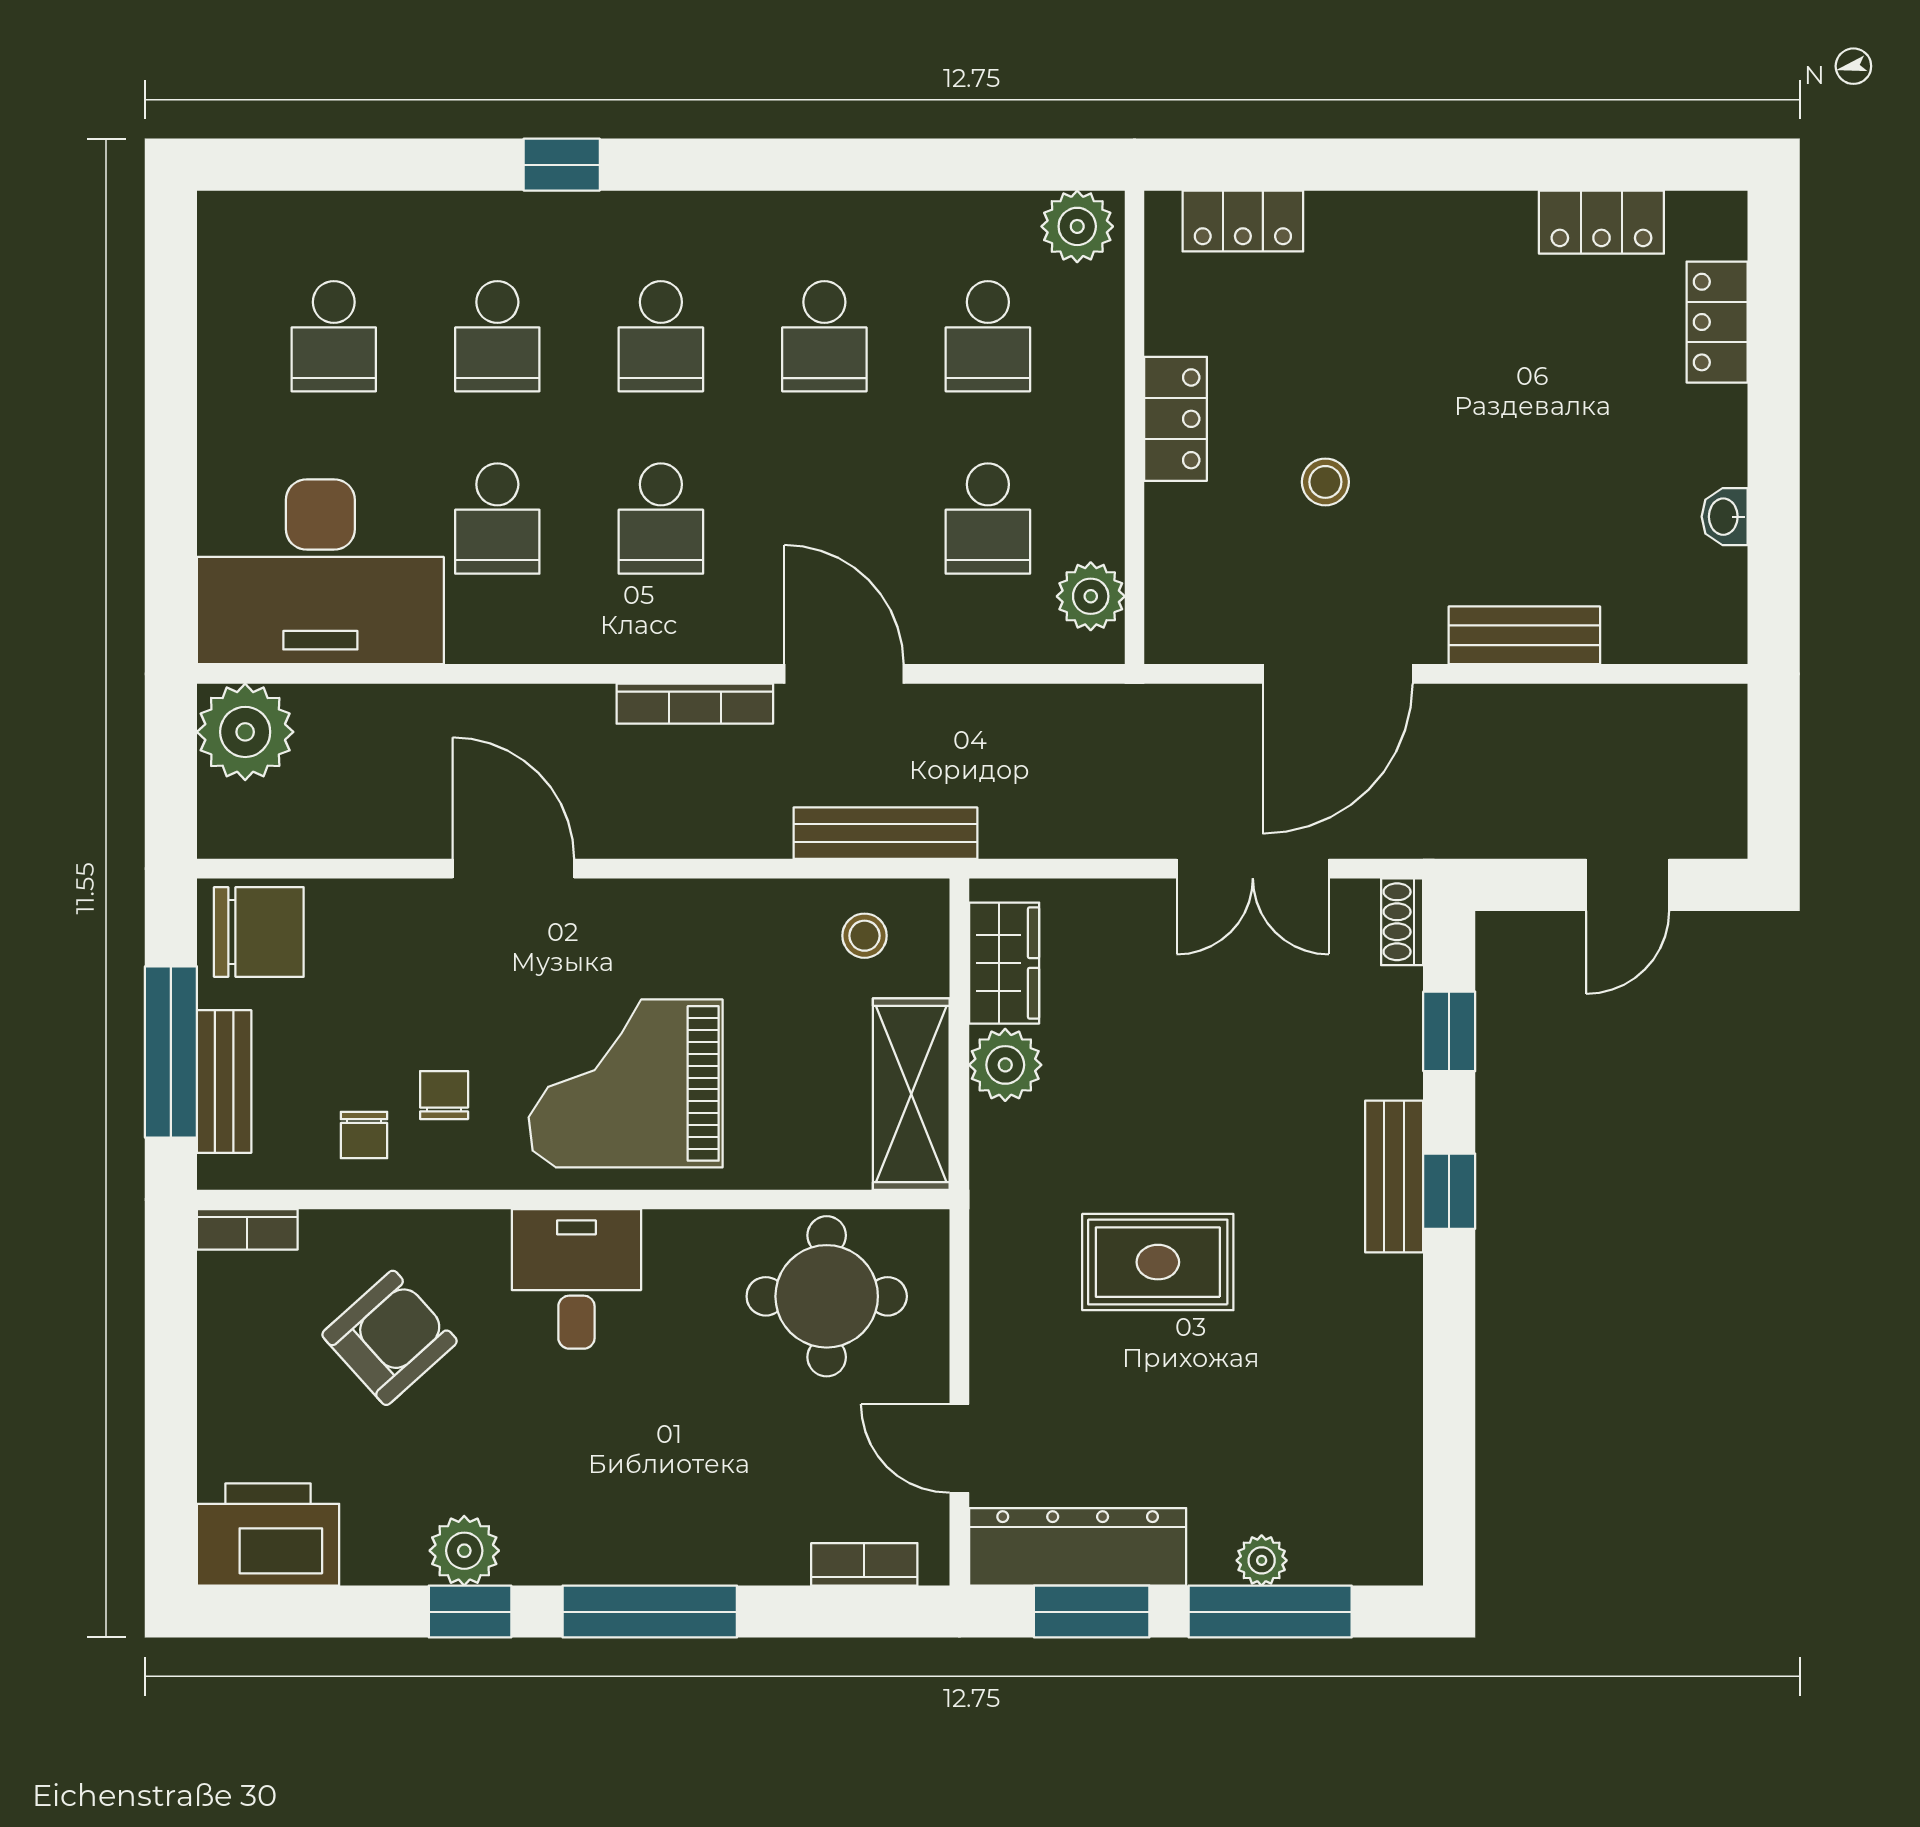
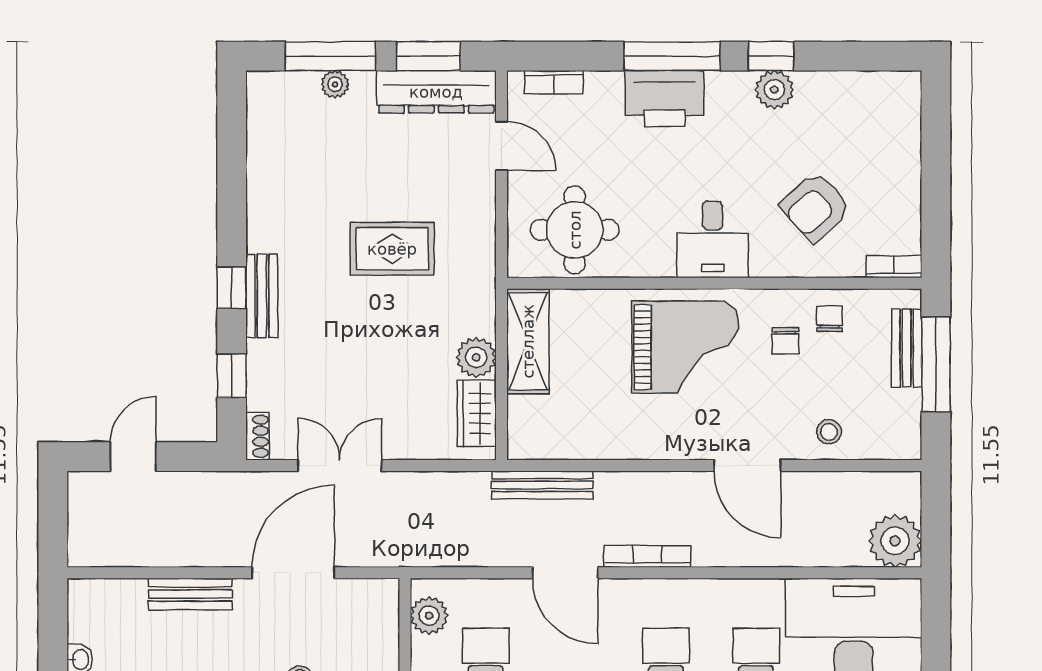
chair: (259, 932) -> (888, 431), removed
stool: (865, 936) -> (829, 432), moved
printer: (268, 1534) -> (665, 99), moved

